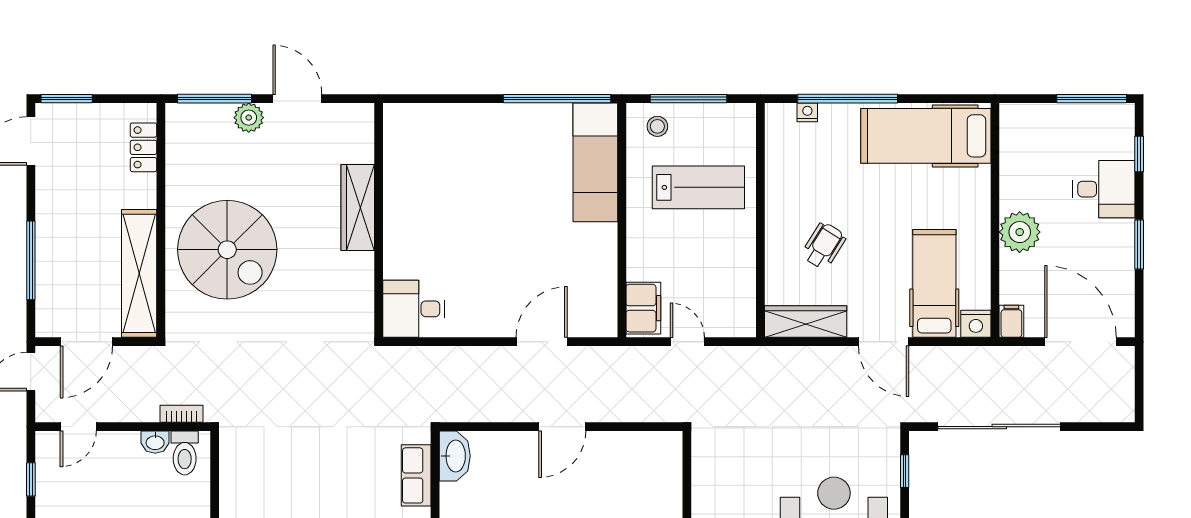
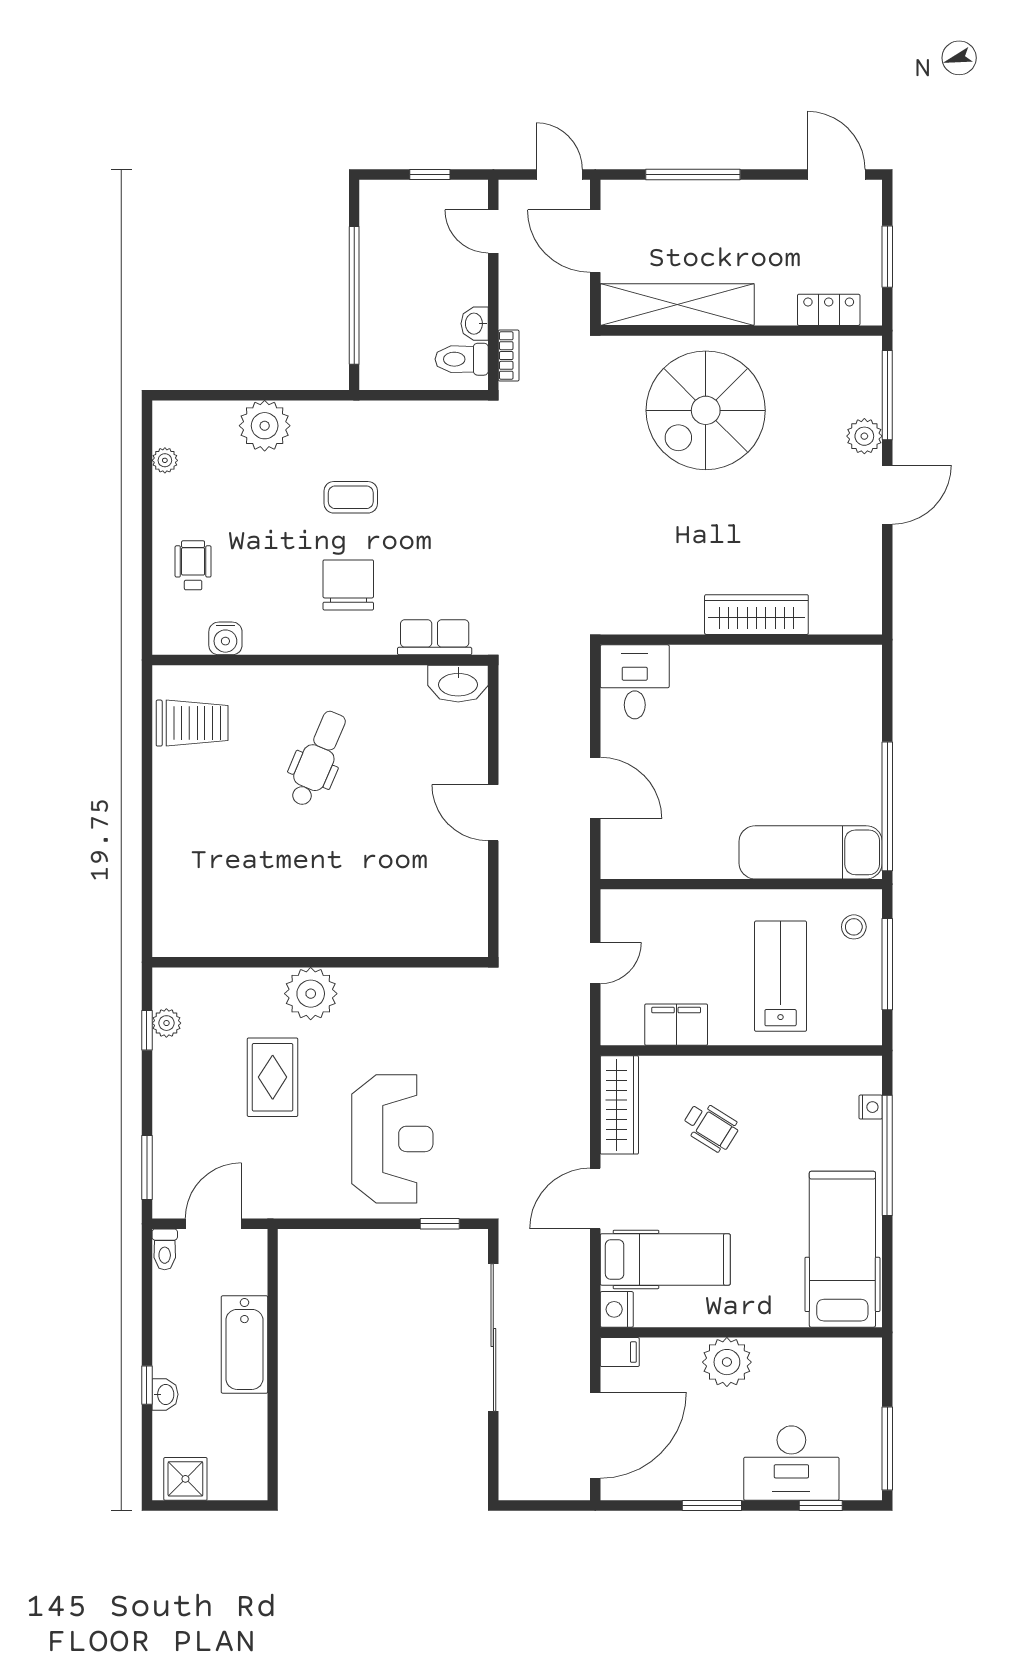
window: (67, 99) -> (887, 257), moved
lab bench: (698, 187) -> (781, 976), turned 180
desk: (1104, 189) -> (791, 1463), width x1.37
wardrobe: (358, 207) -> (756, 615), moved
wall: (379, 220) -> (741, 640), moved
filing cabinet: (643, 308) -> (676, 1025), moved, turned 180
desk: (414, 309) -> (635, 682), moved

